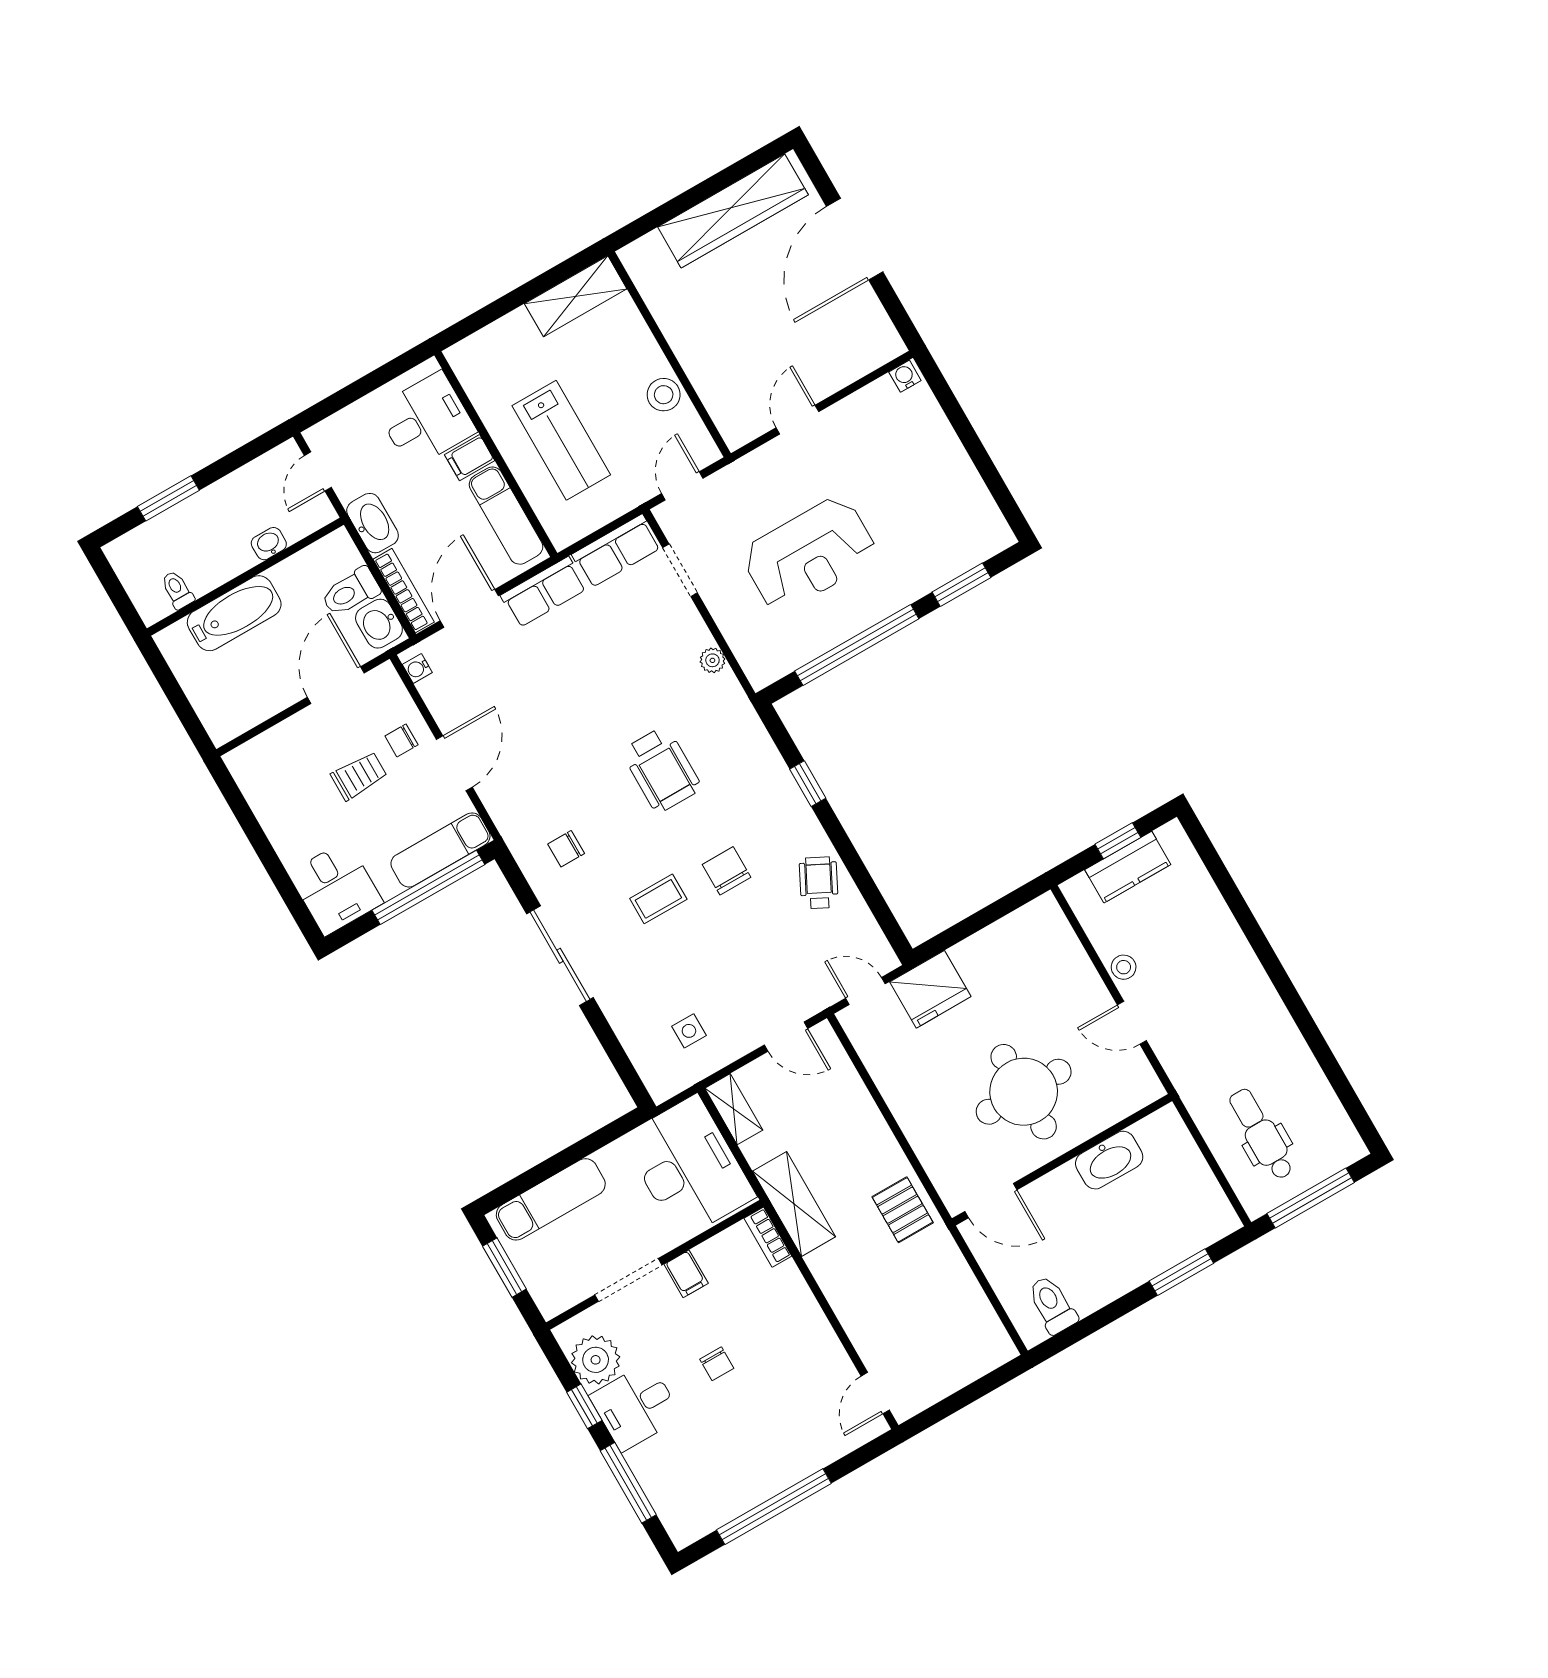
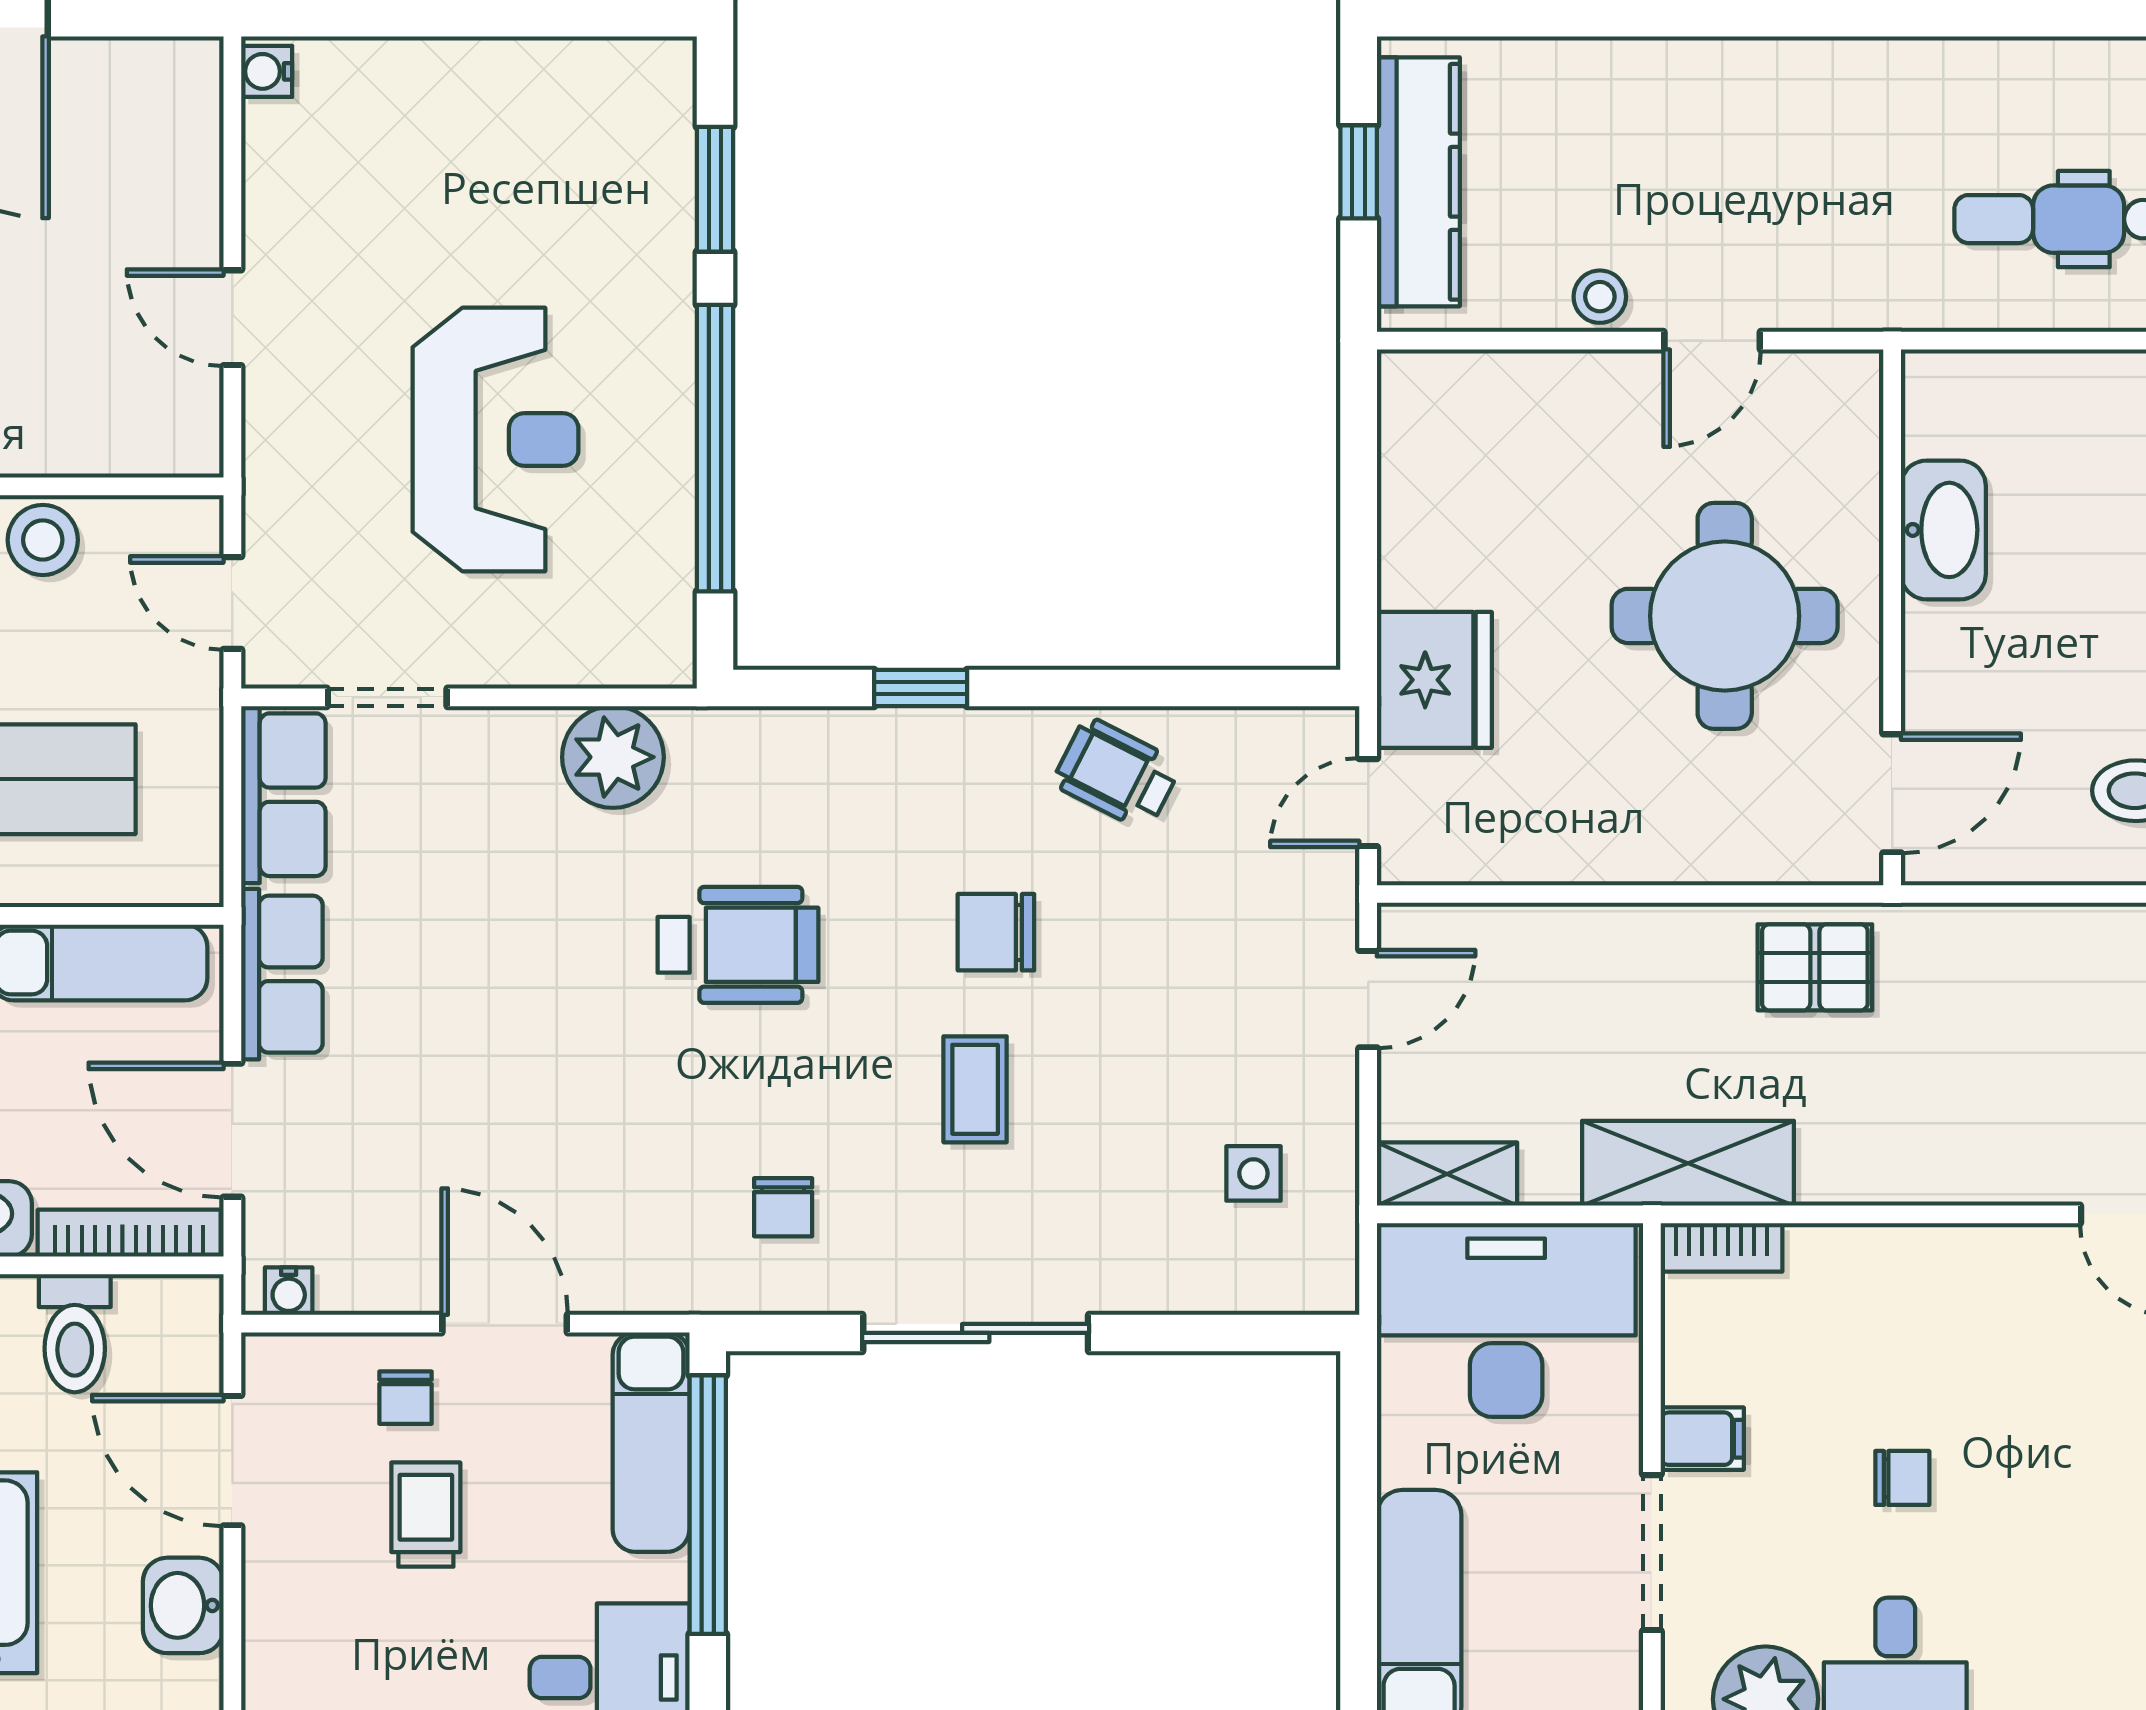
washbasin: (379, 624) -> (183, 1605), moved, turned 90
plant: (712, 660) -> (613, 757), width x1.88, depth x1.88
kitchen counter: (1128, 867) -> (1418, 182), width x1.50

